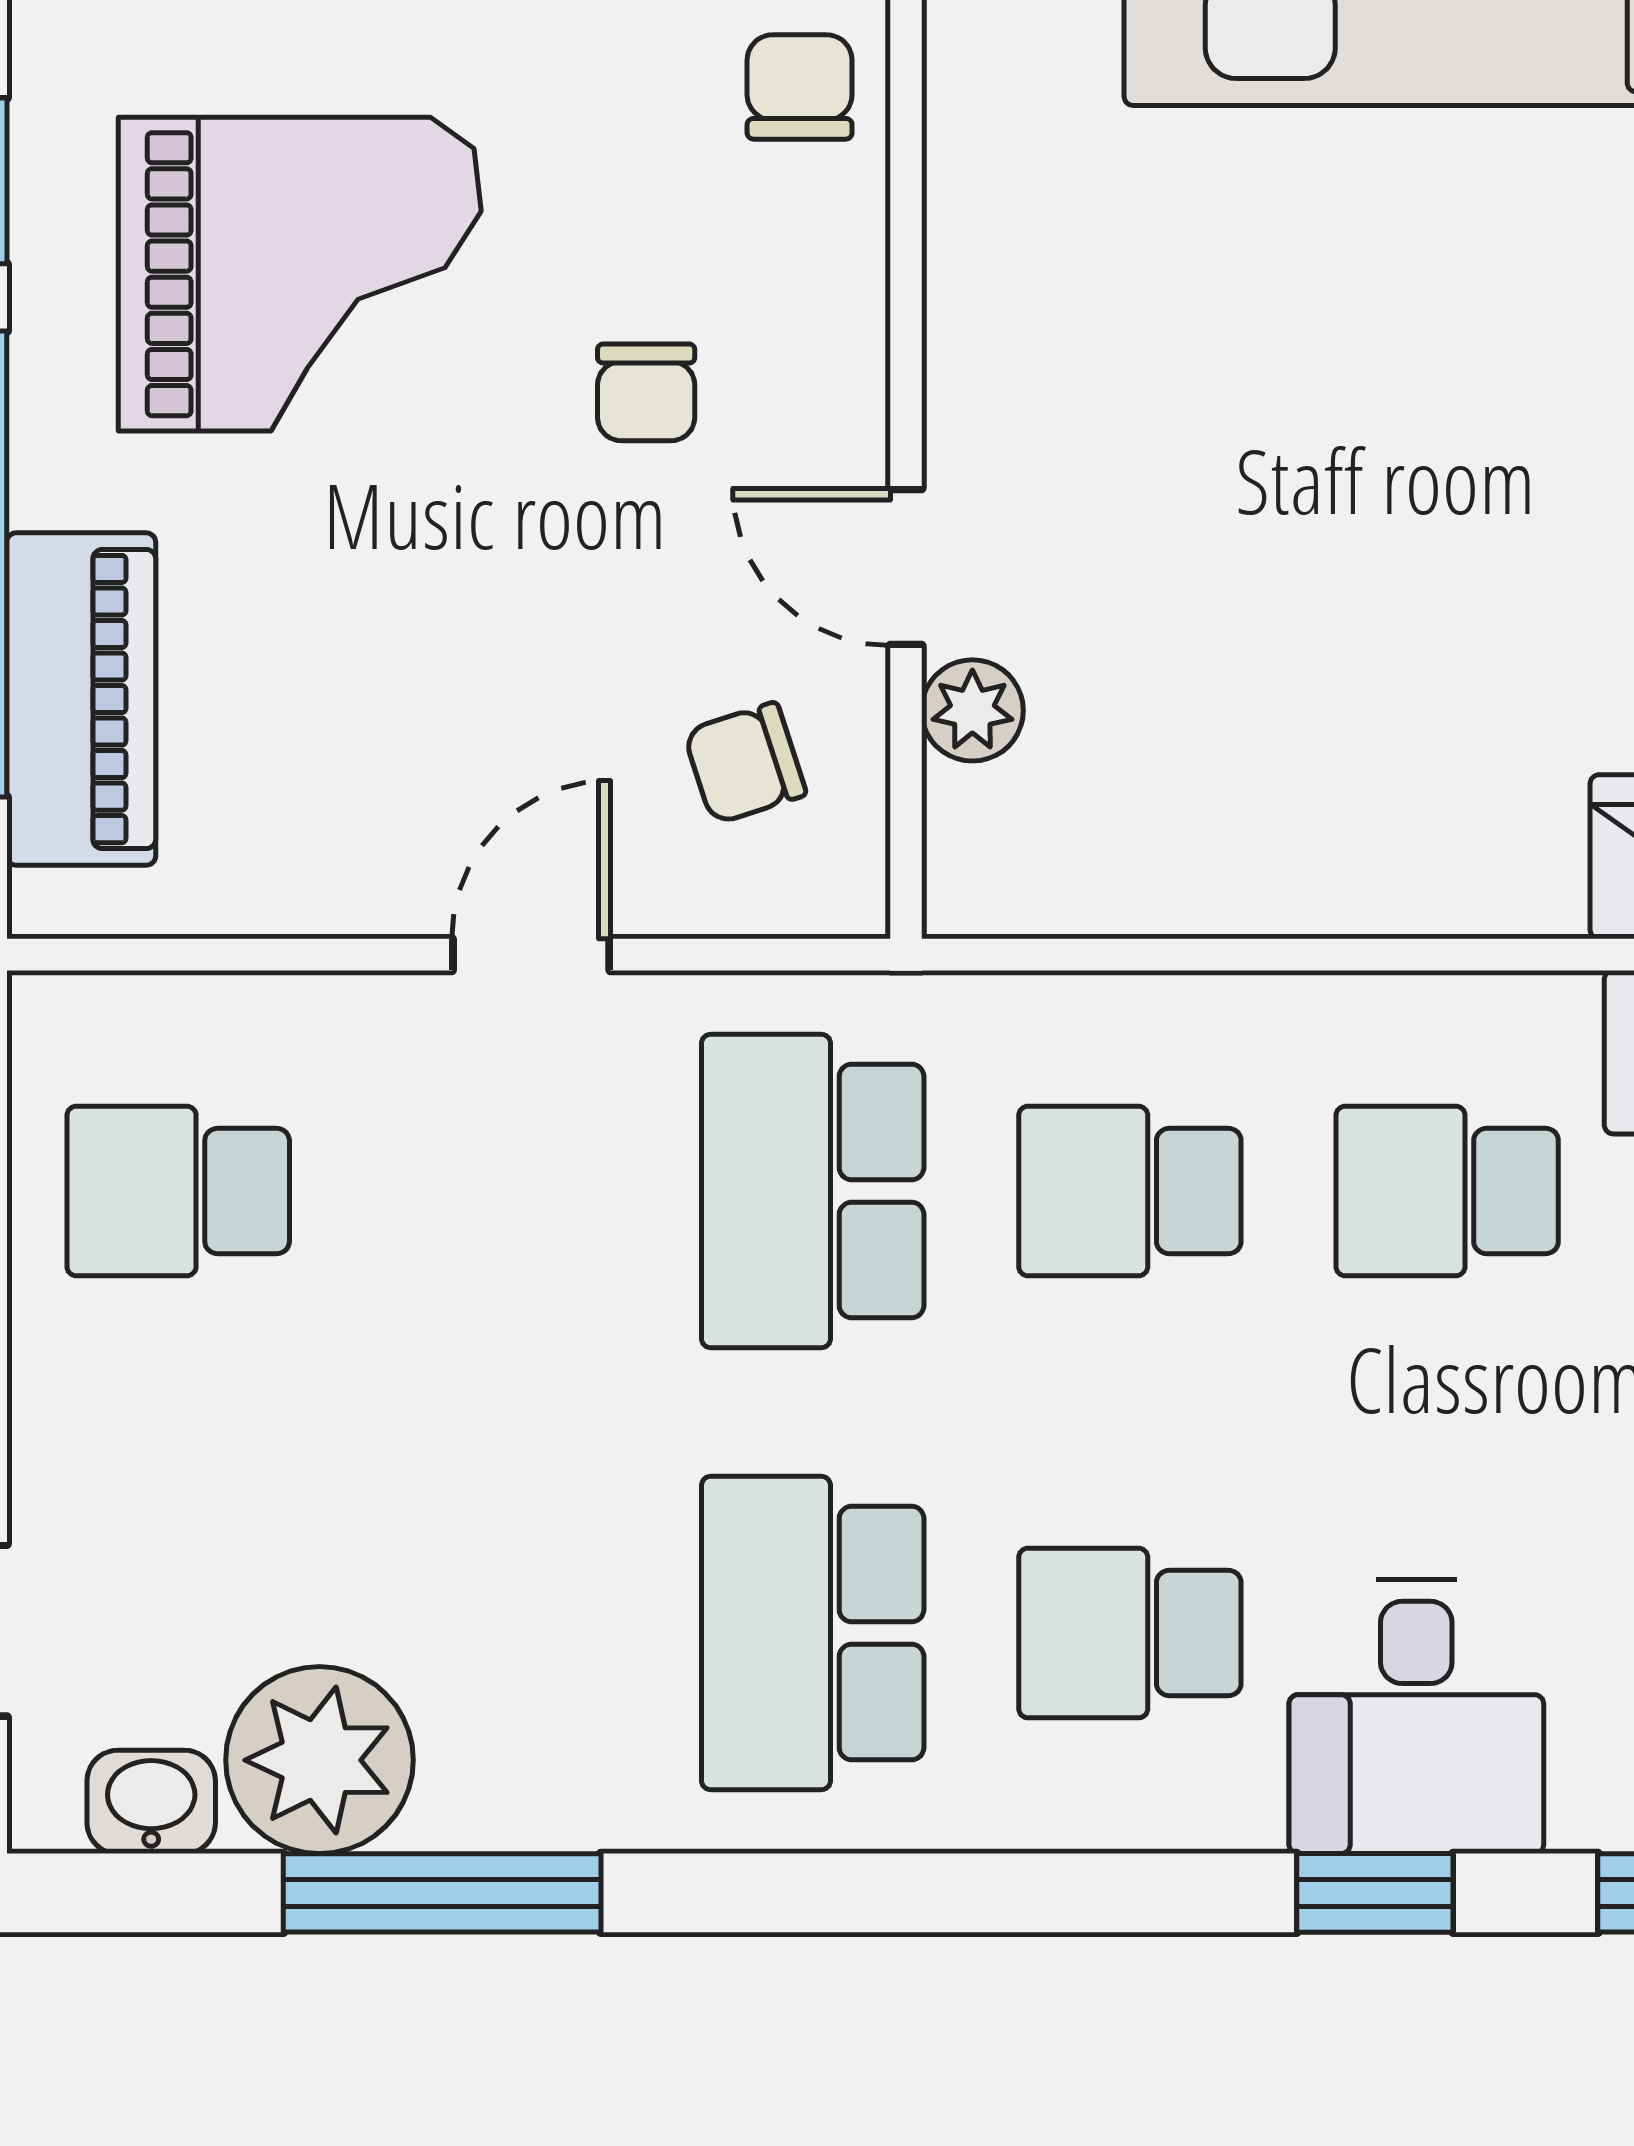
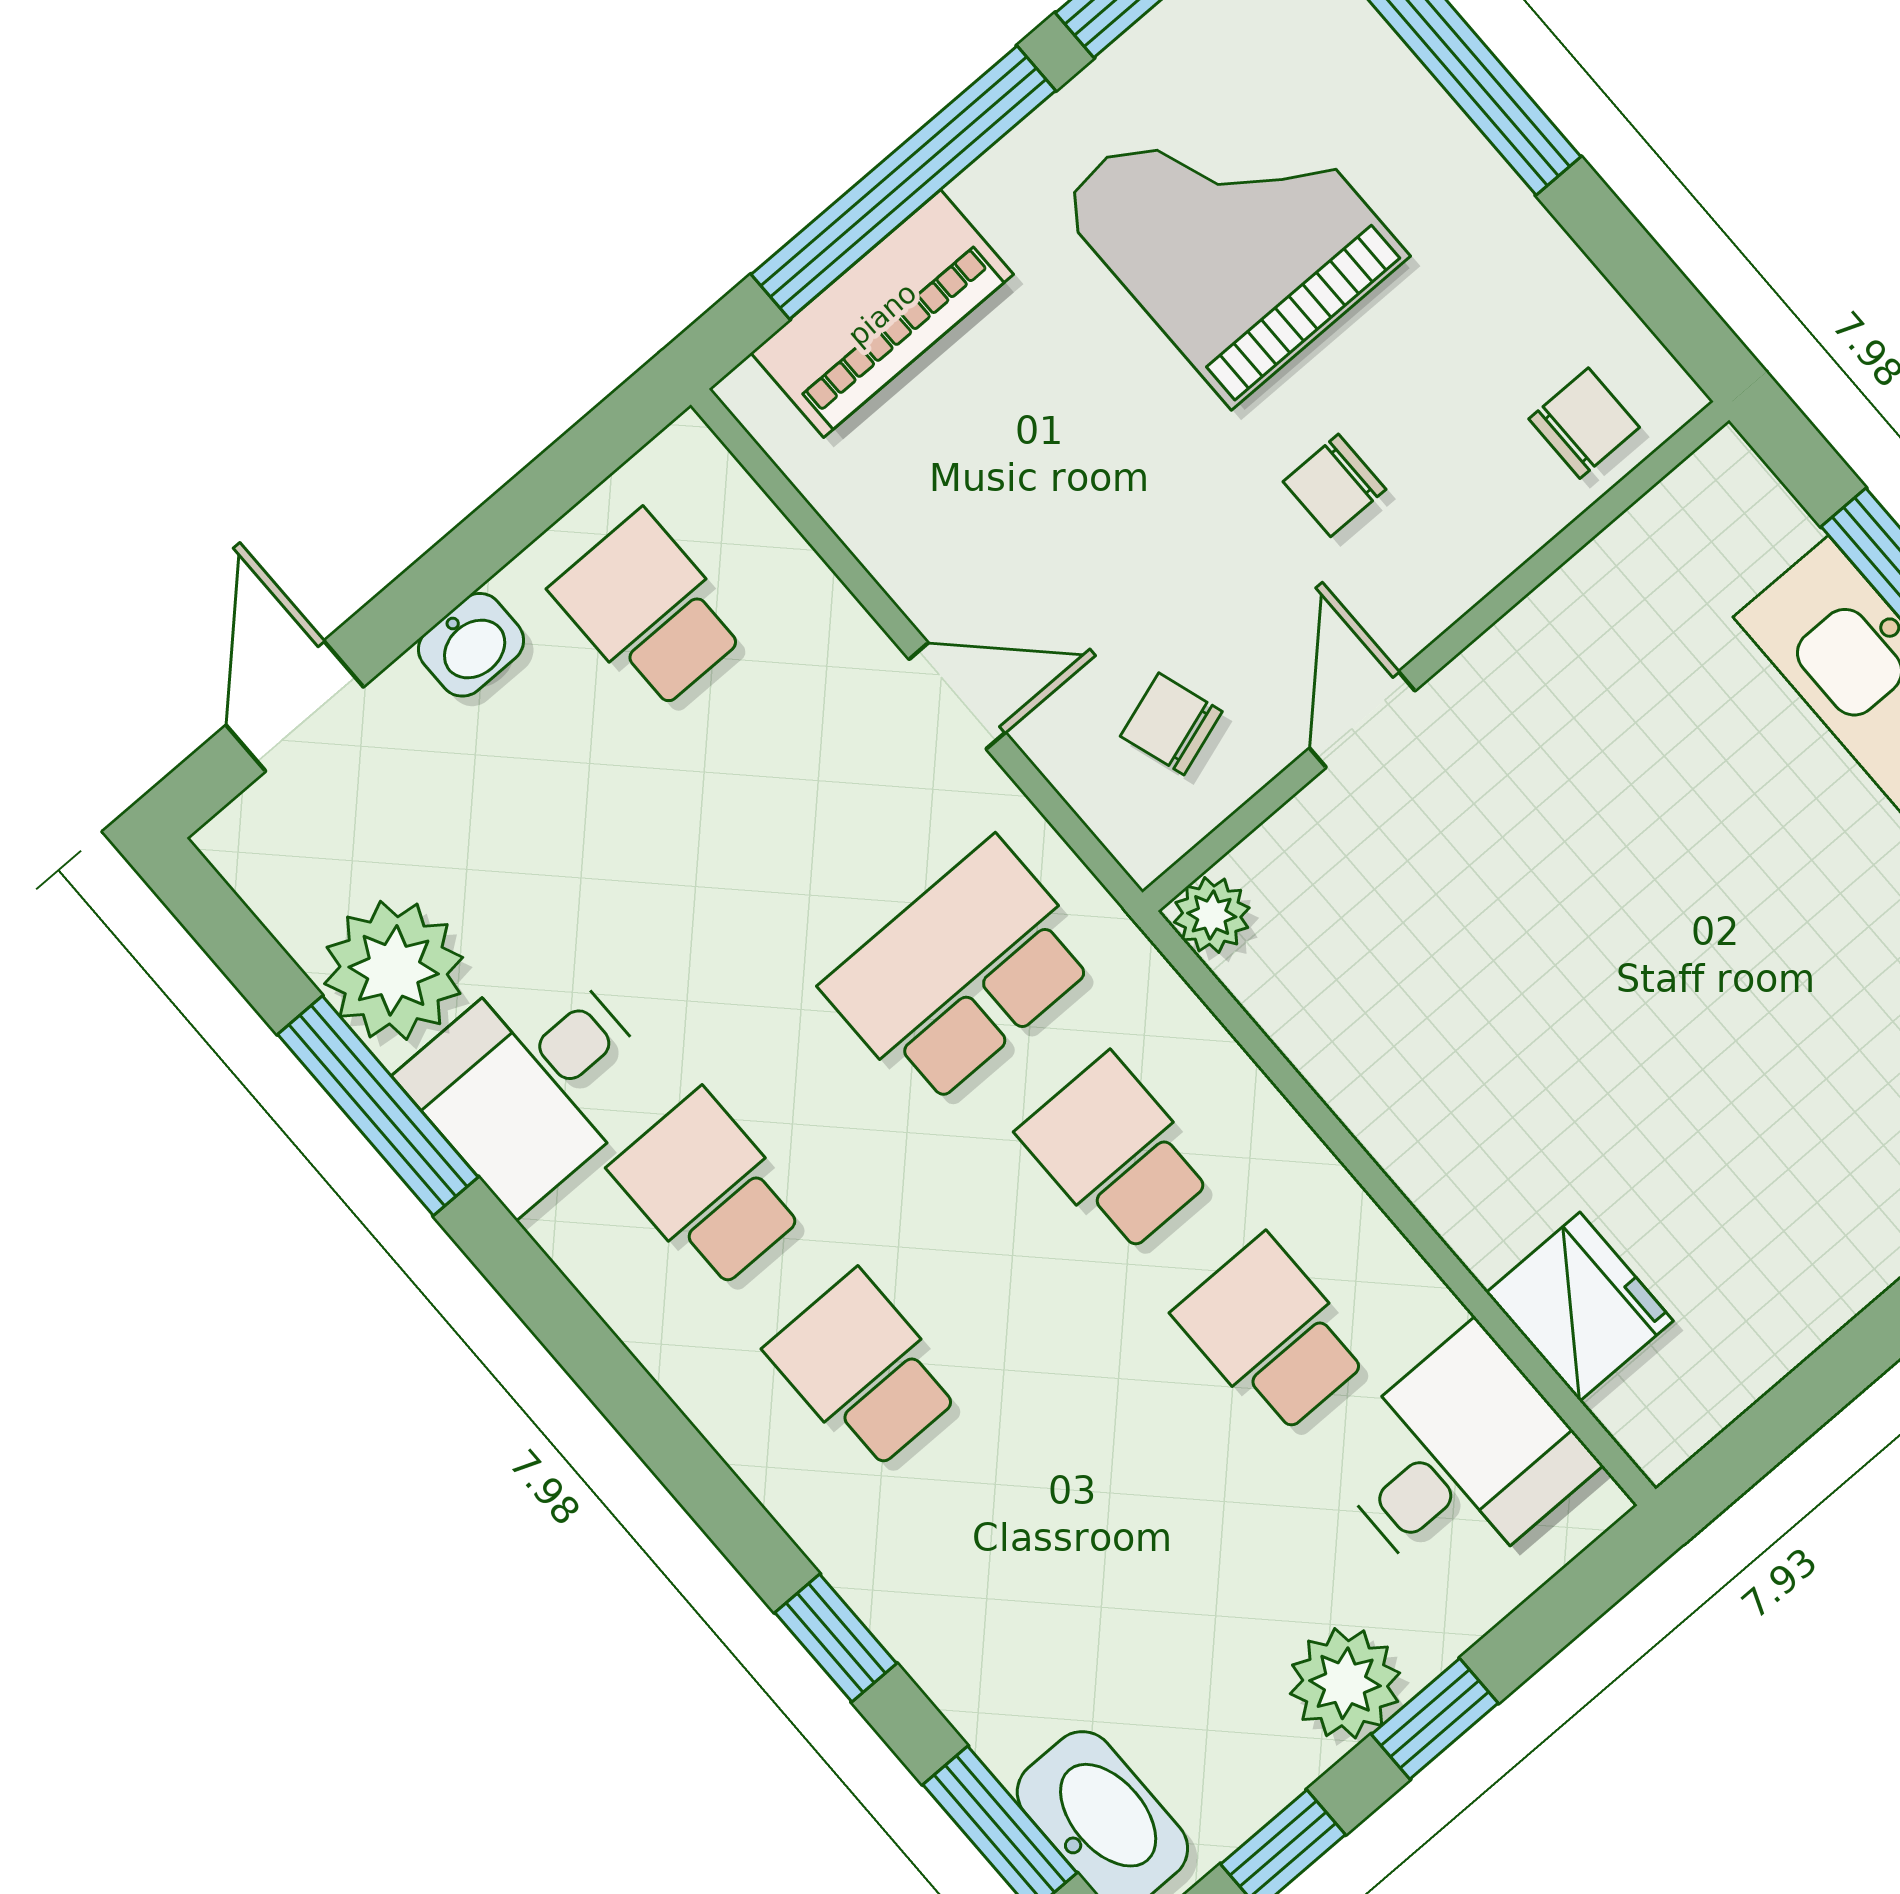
grand piano: (300, 274) -> (1232, 230), turned 180
plant: (972, 710) -> (1212, 915), moved
school desk: (813, 1633) -> (708, 1190), width x0.54
desk: (1416, 1717) -> (532, 1081), moved
washbasin: (151, 1802) -> (471, 645), moved, turned 90

